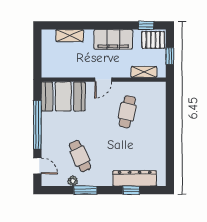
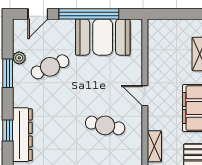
booth: (63, 96) -> (103, 37), moved, turned 90

